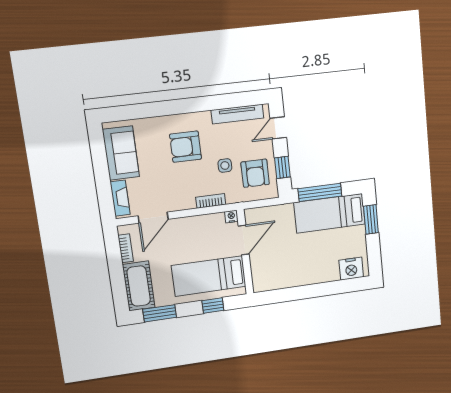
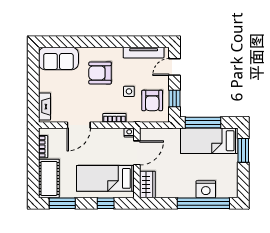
sofa: (121, 153) -> (58, 59), moved, turned 90
door: (153, 218) -> (79, 125), moved
nightstand: (351, 269) -> (206, 189), moved
wardrobe: (261, 276) -> (147, 184), added
window: (330, 288) -> (203, 203), added

